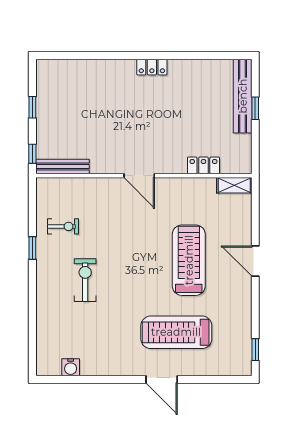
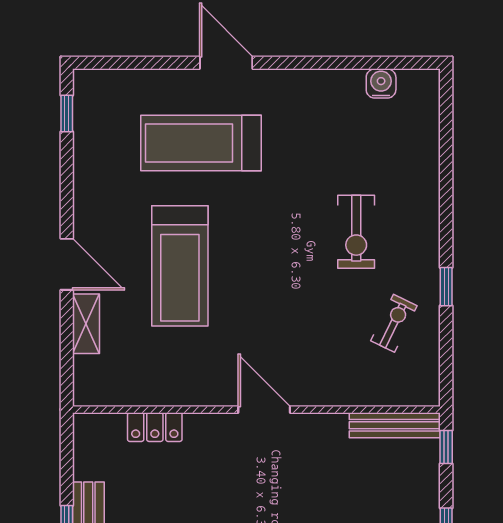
shelving: (234, 185) -> (86, 324), moved, turned 90
exercise bike: (63, 226) -> (394, 323), turned 116
treadmill: (176, 332) -> (201, 143), turned 180

